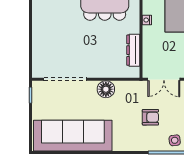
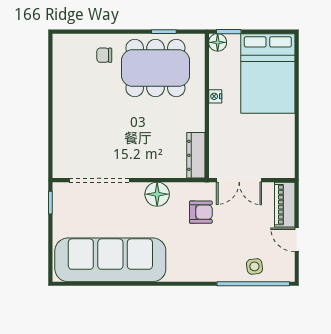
dresser: (133, 50) -> (196, 155), moved
armchair: (150, 117) -> (201, 212), moved

